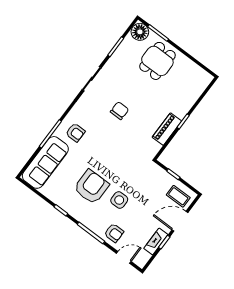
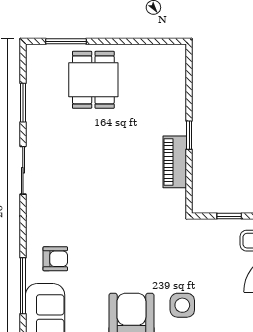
floor lamp: (140, 32) -> (40, 58), removed
chair: (120, 111) -> (92, 185), removed

